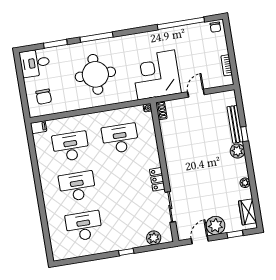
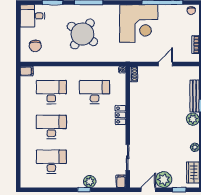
round table: (95, 74) -> (82, 34), turned 35
corner desk: (156, 75) -> (139, 24), moved, turned 180
locker: (157, 179) -> (120, 115), moved
filing cabinet: (167, 235) -> (121, 181), added
plant: (154, 238) -> (90, 181), moved

